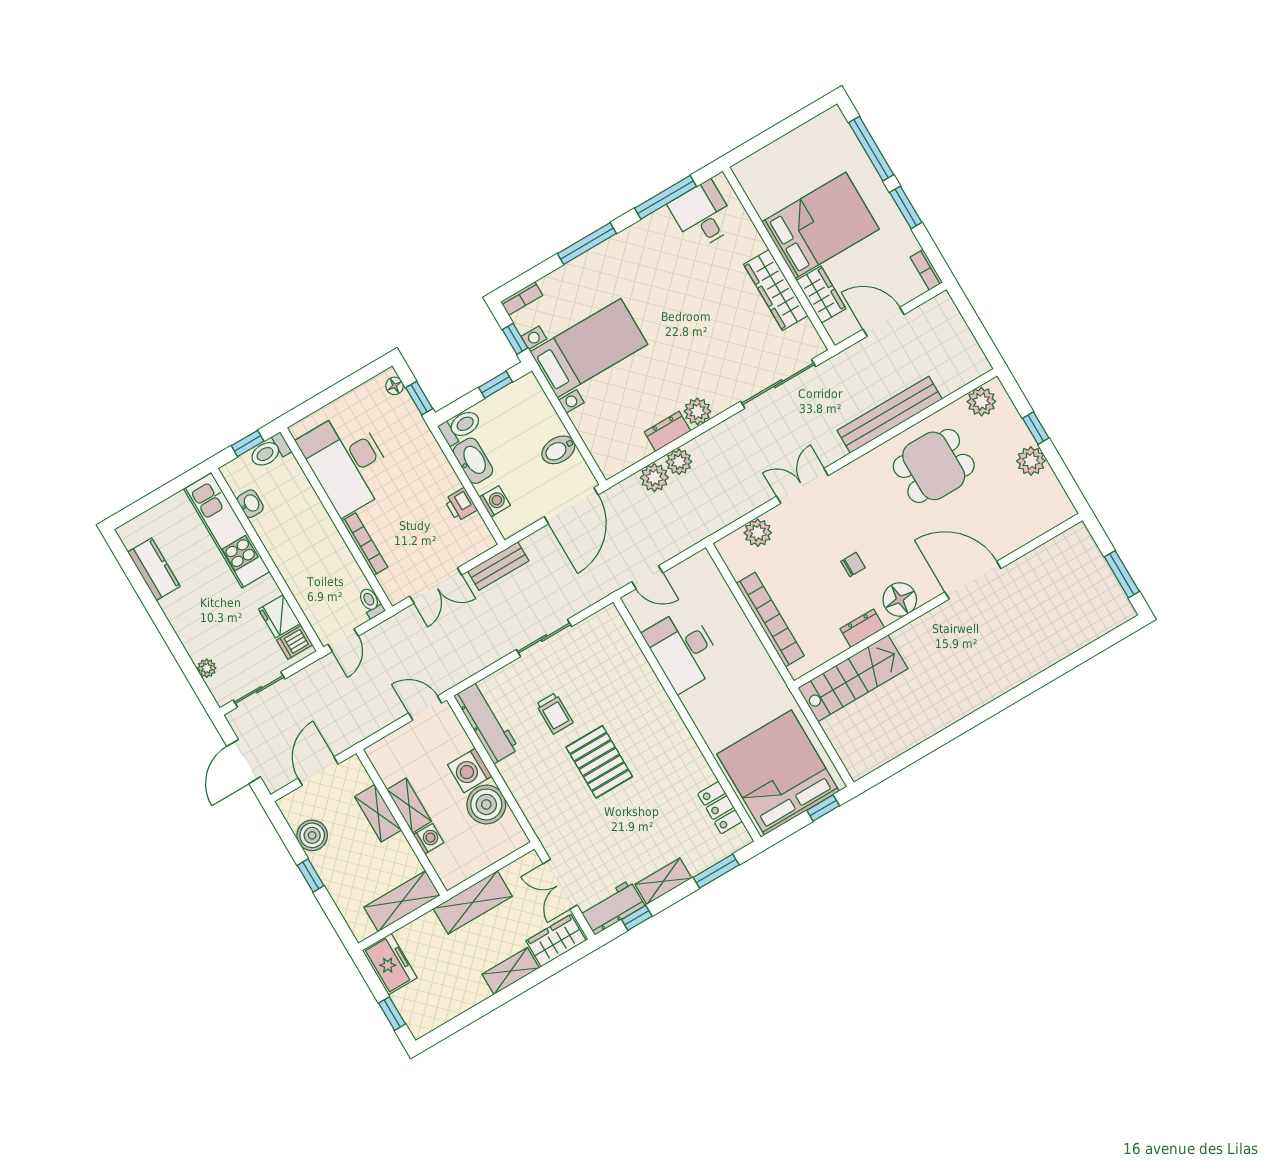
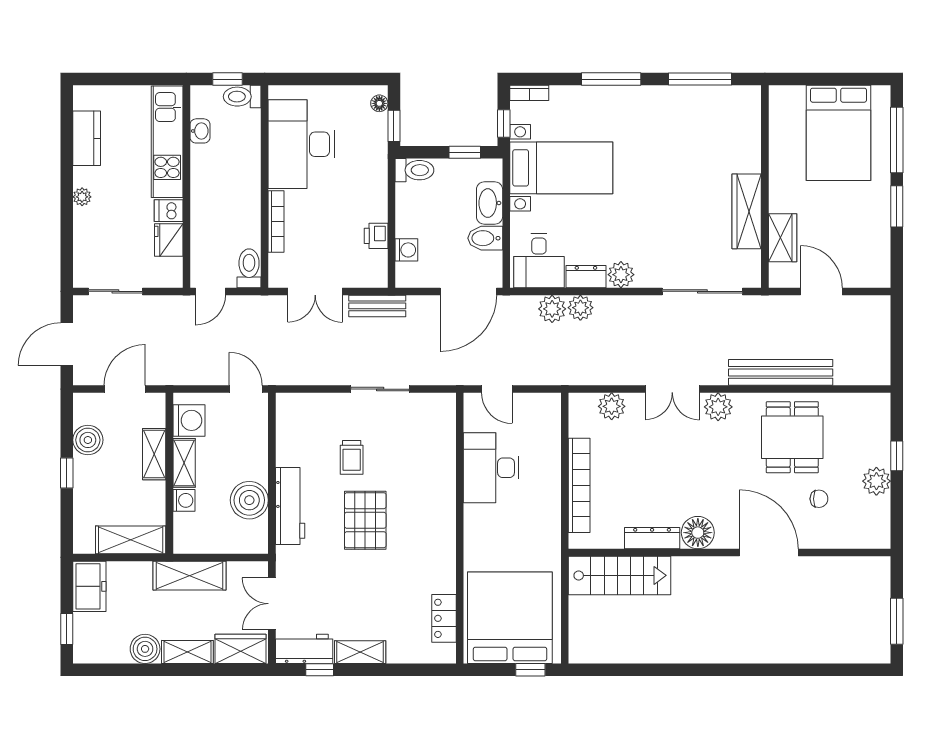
desk: (703, 215) -> (539, 261), moved, turned 180
bed: (821, 225) -> (838, 133), moved, turned 90
bookcase: (926, 270) -> (883, 269), removed
plant: (981, 402) -> (718, 407), moved
washbasin: (473, 461) -> (490, 203), moved, turned 180
dining table: (934, 466) -> (792, 437), turned 90
double door: (802, 486) -> (672, 389), swing flipped
chair: (853, 564) -> (819, 499), moved
toilet: (371, 603) -> (249, 268), width x1.37, depth x1.39
dresser: (862, 628) -> (652, 538), width x1.44
dishwasher: (295, 642) -> (169, 211), moved
plant: (207, 668) -> (82, 197), moved
workbench: (486, 722) -> (290, 506), moved
washing machine: (470, 770) -> (189, 420), moved, turned 180
window: (716, 871) -> (409, 670), removed
boiler: (472, 990) -> (145, 649), added

